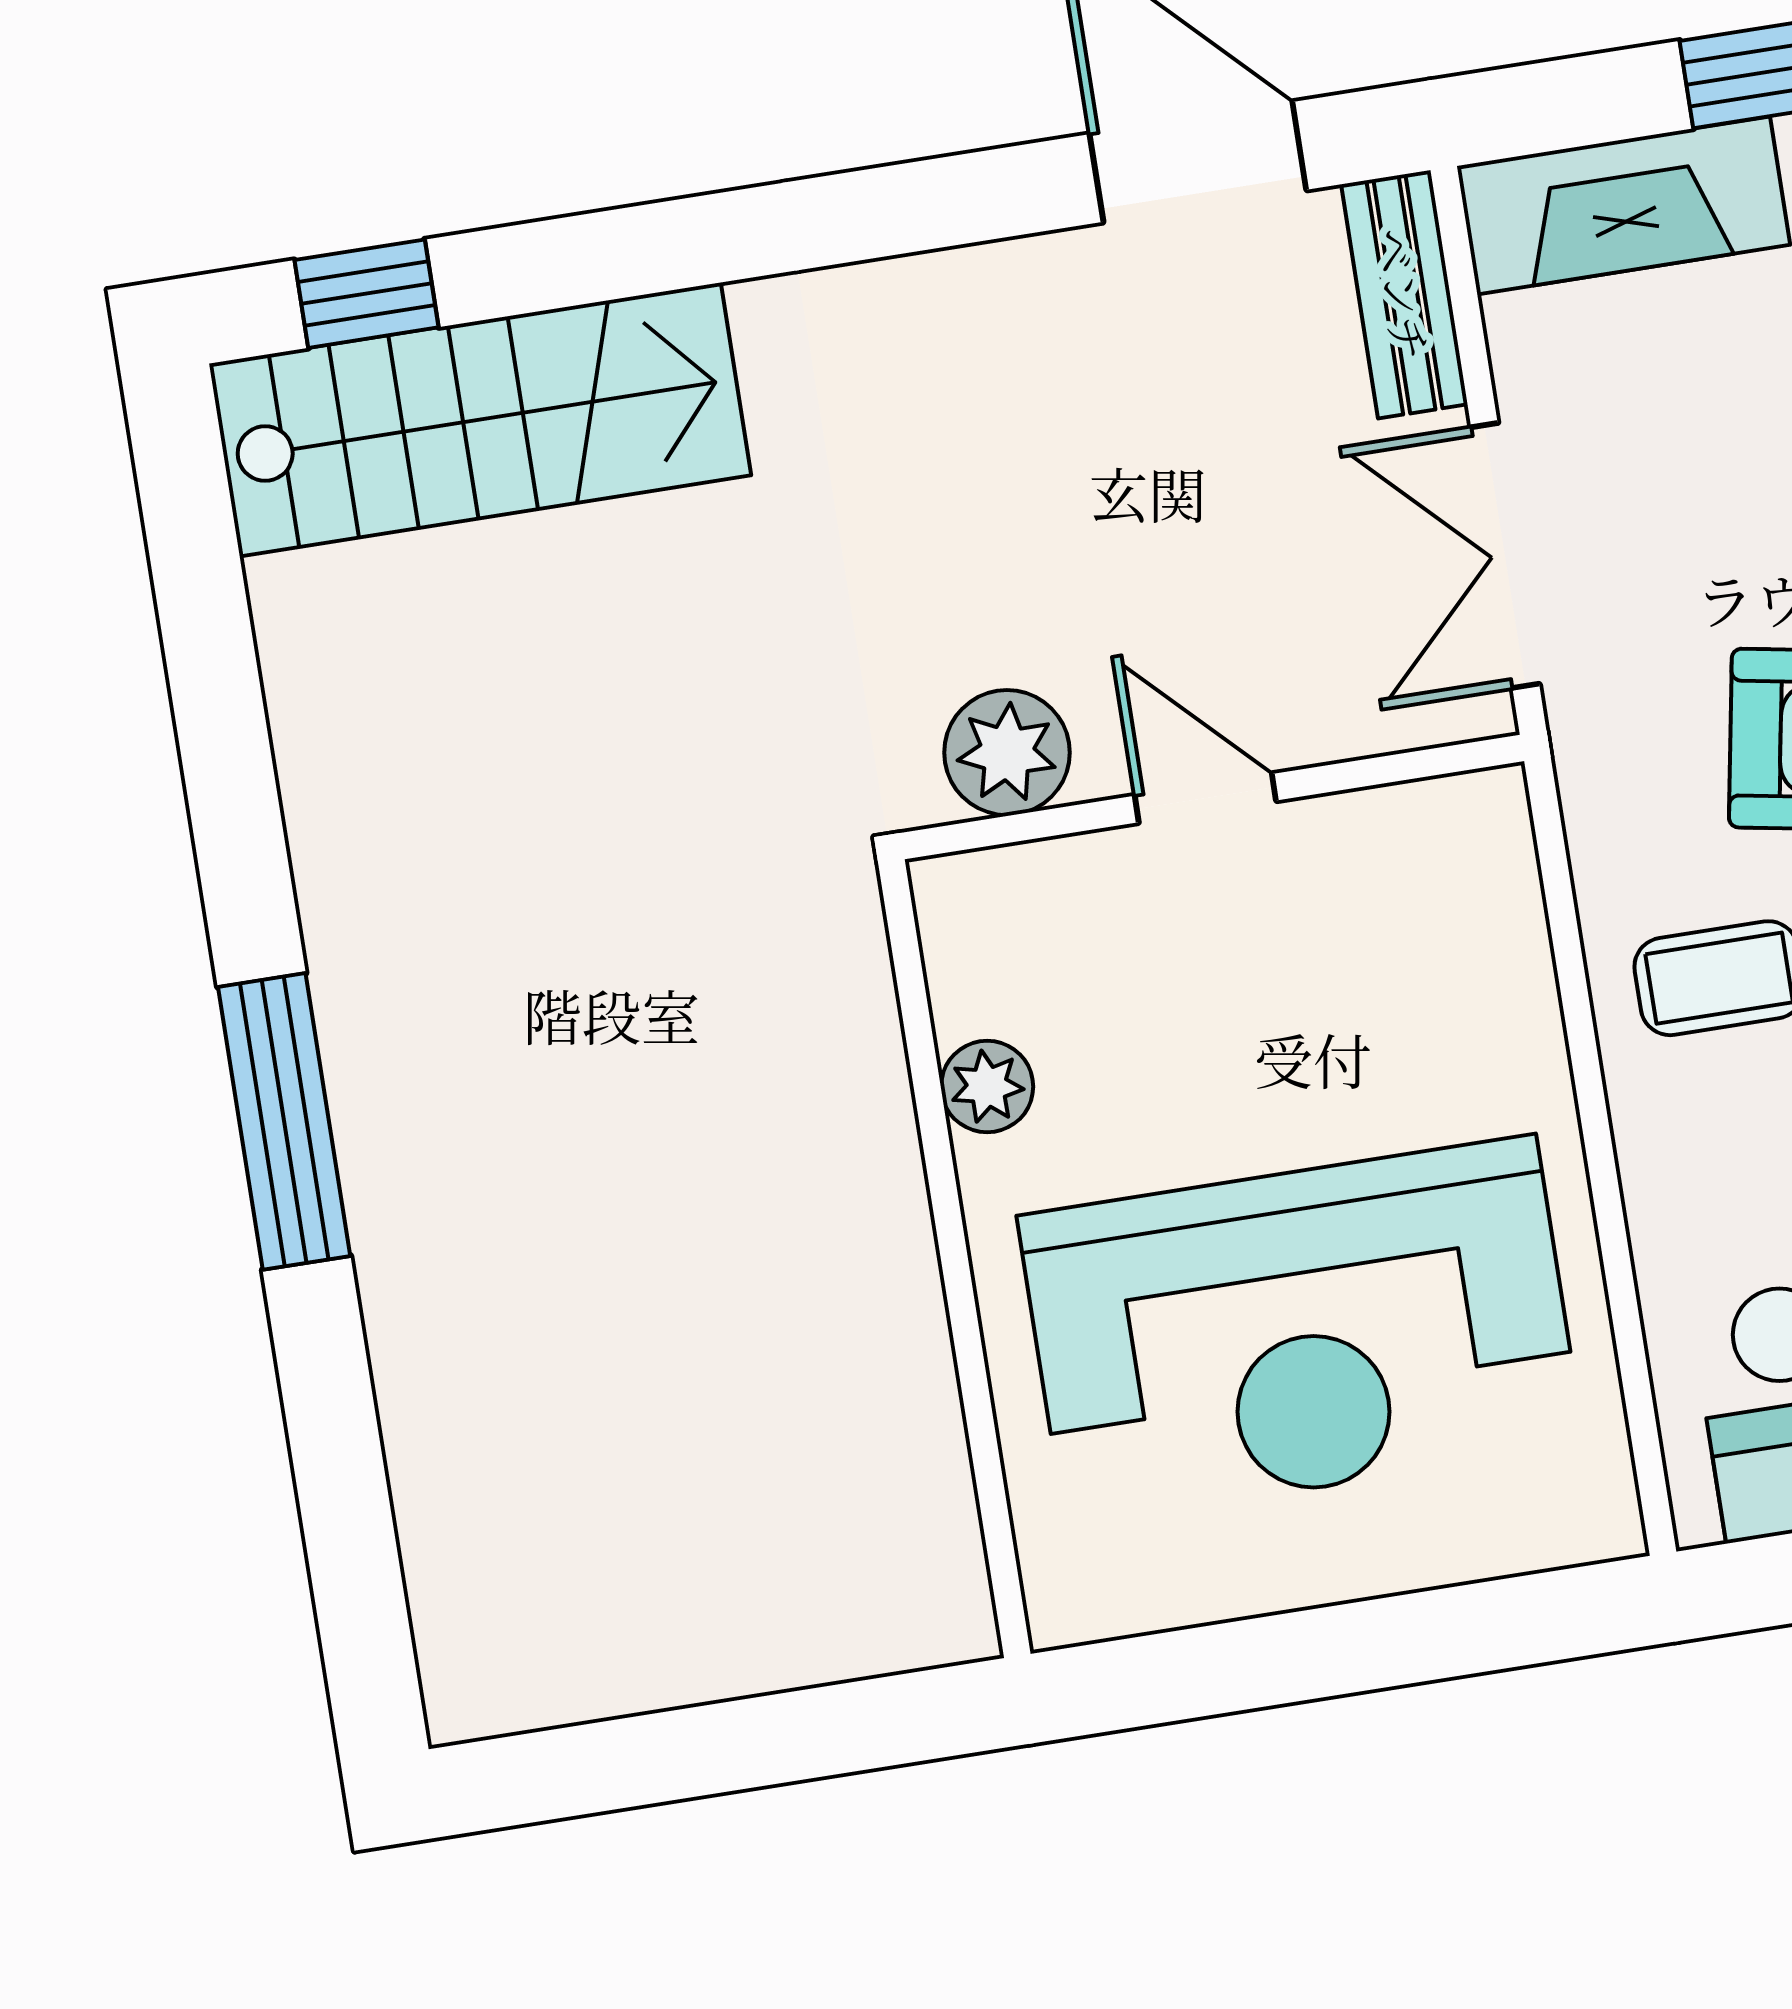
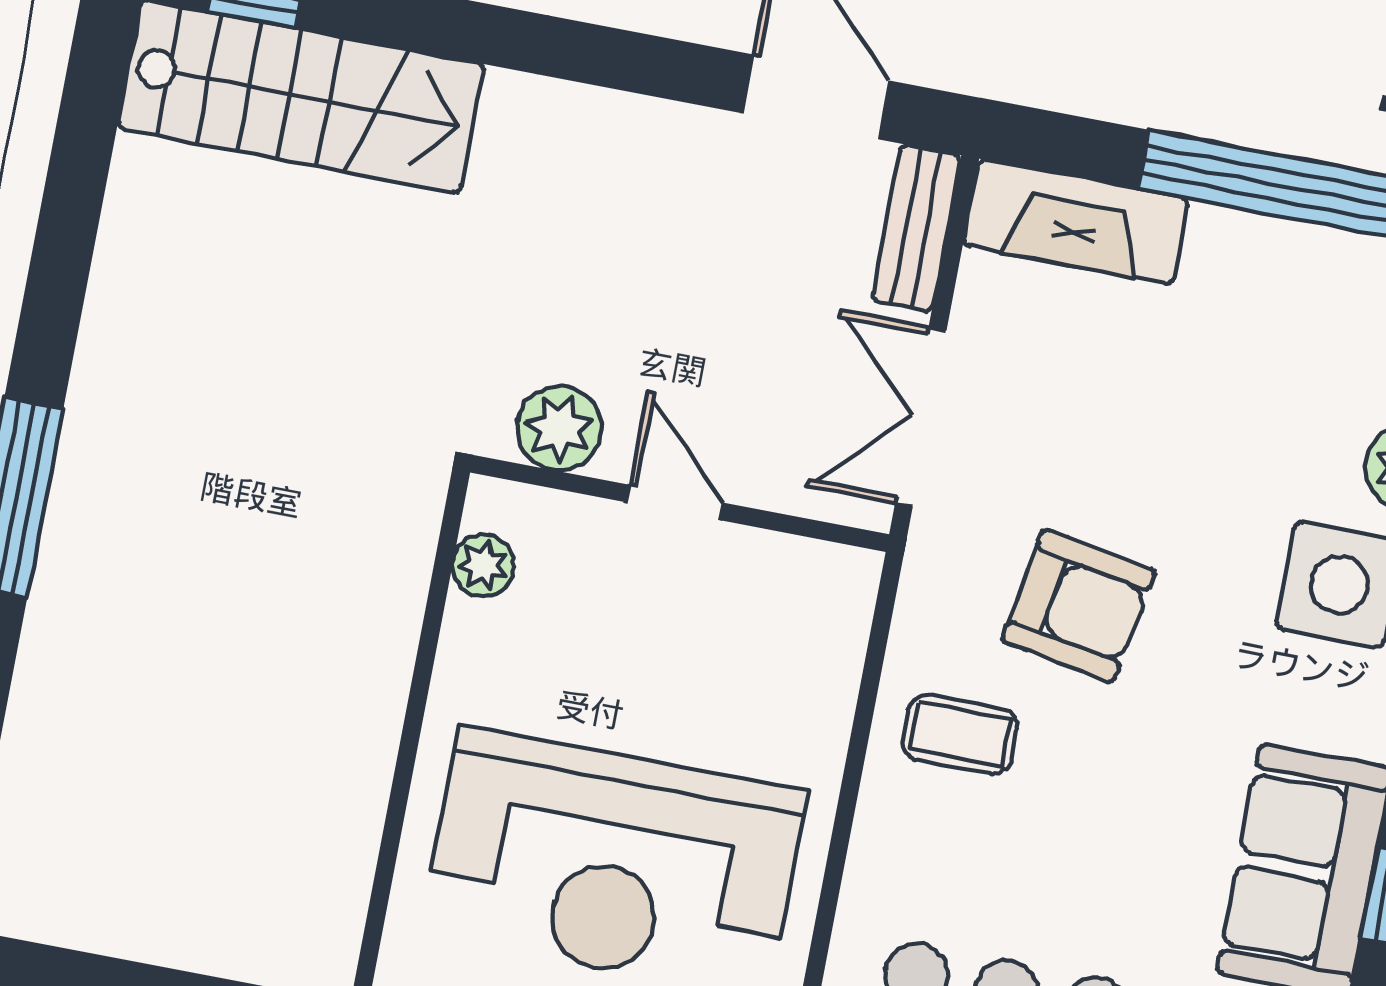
plant: (987, 1087) -> (484, 566), moved

